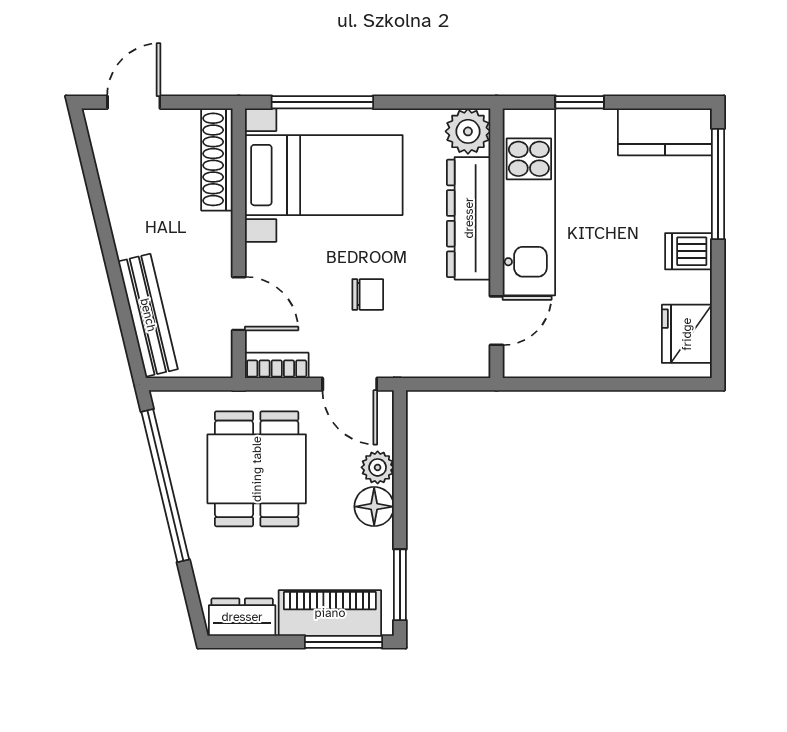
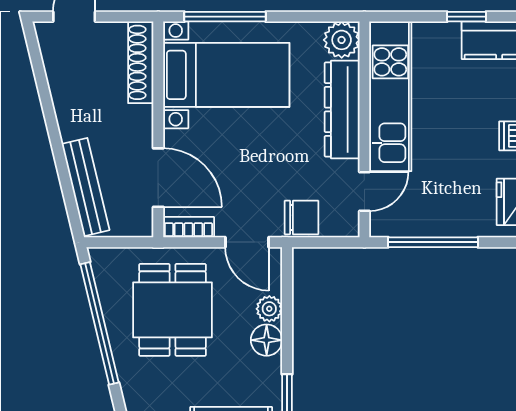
window: (580, 102) -> (467, 17), moved
chair: (368, 294) -> (301, 218), moved, width x1.37, depth x1.37
door: (239, 304) -> (158, 178), width x1.38
window: (582, 384) -> (433, 242), added

